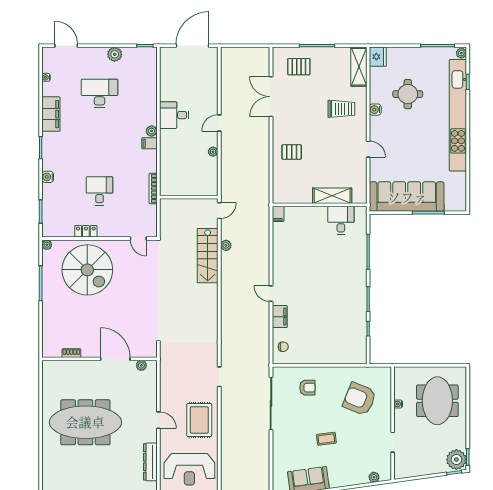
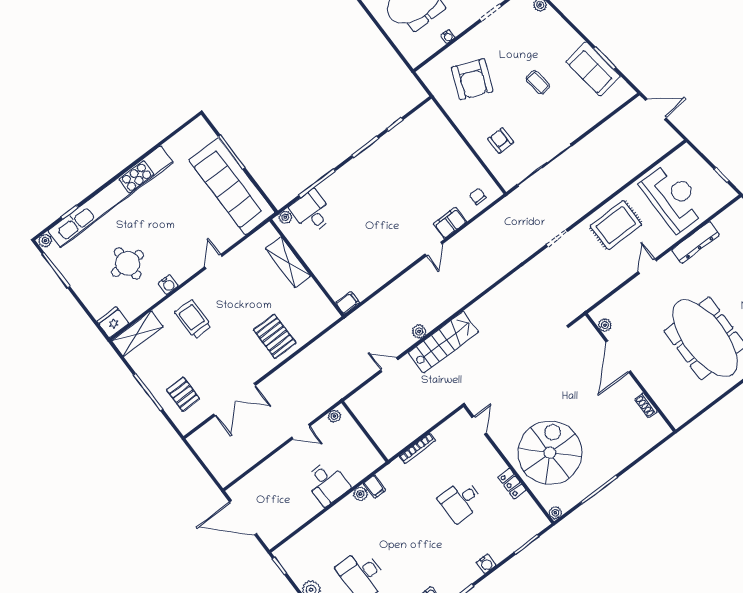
pallet: (292, 152) -> (275, 336), width x1.50, depth x1.42
wall: (189, 197) -> (365, 431), moved
plant: (362, 216) -> (285, 217), added
desk: (341, 220) -> (312, 212), moved, turned 90

